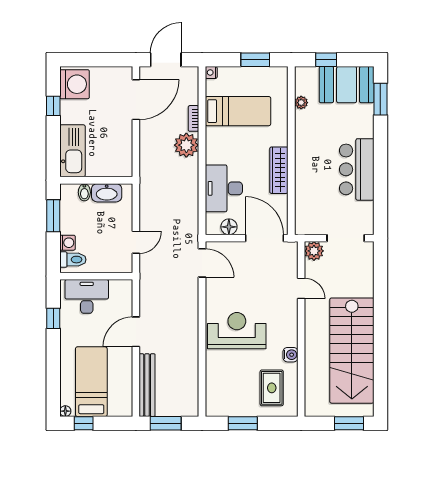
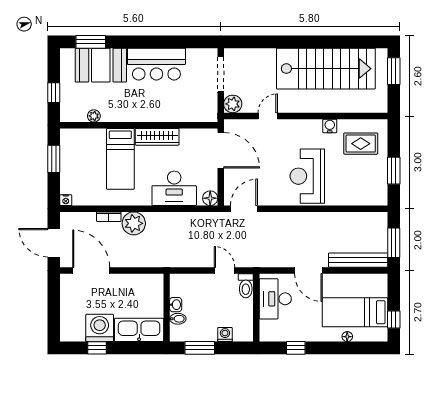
washing machine: (75, 84) -> (100, 328), moved
booth: (347, 85) -> (101, 65), moved, turned 90
bed: (238, 111) -> (120, 159), moved, turned 180
washbasin: (107, 193) -> (176, 305), width x0.52, depth x0.69
floor lamp: (229, 227) -> (210, 198), moved
door: (264, 238) -> (221, 150), swing flipped
toilet: (73, 260) -> (246, 286), moved, turned 180
desk: (87, 296) -> (275, 299), moved
floor lamp: (65, 411) -> (347, 337), moved

